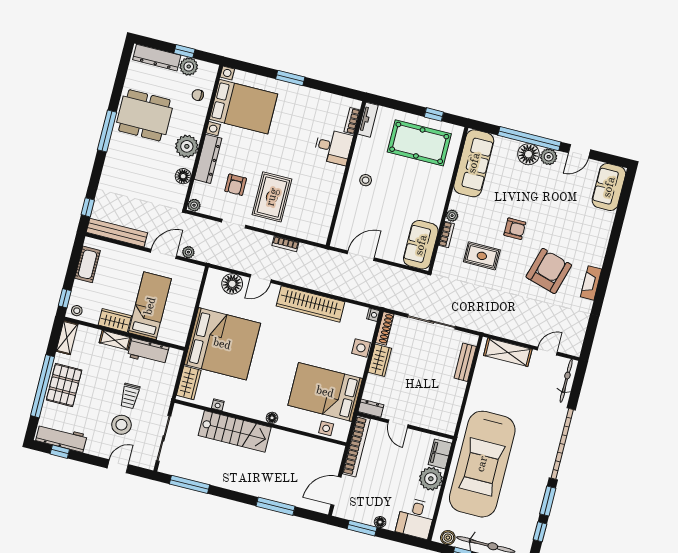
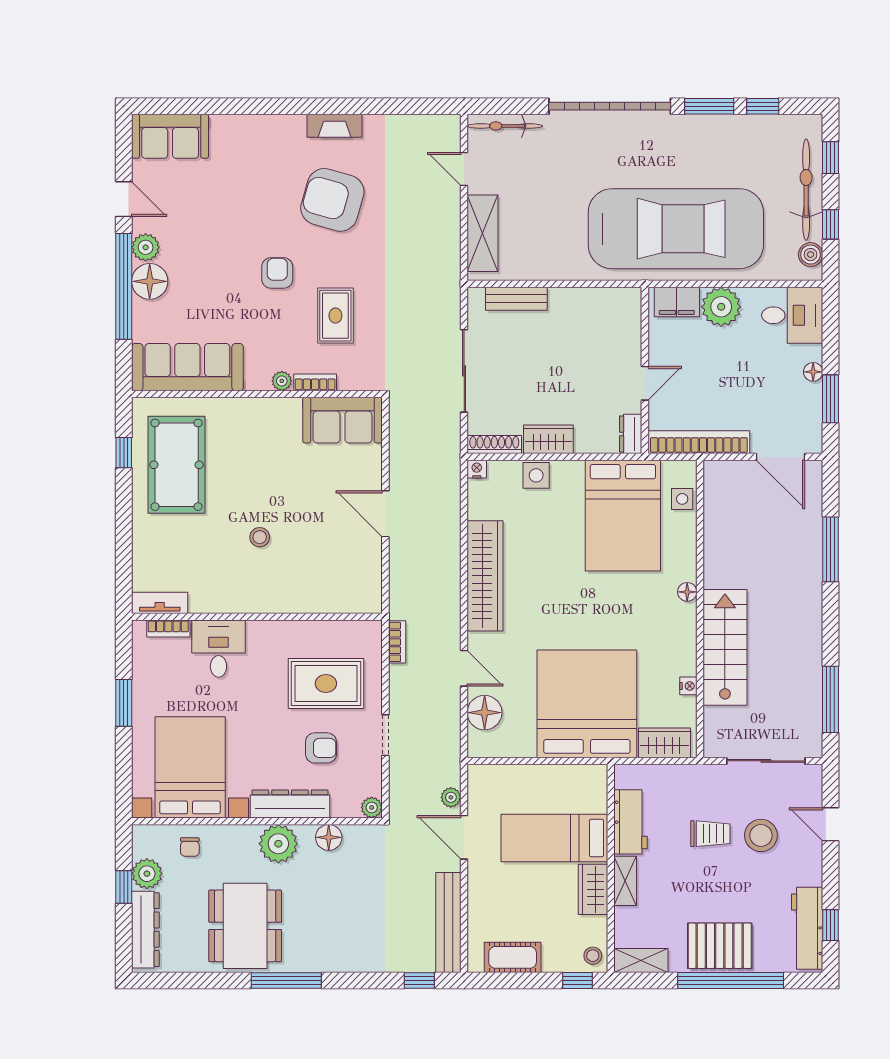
tv unit: (368, 120) -> (160, 603), moved
bookcase: (352, 121) -> (168, 628), moved
desk: (333, 147) -> (218, 649), moved
wall: (346, 174) -> (257, 617), moved

